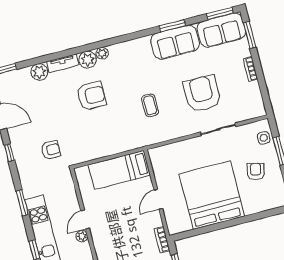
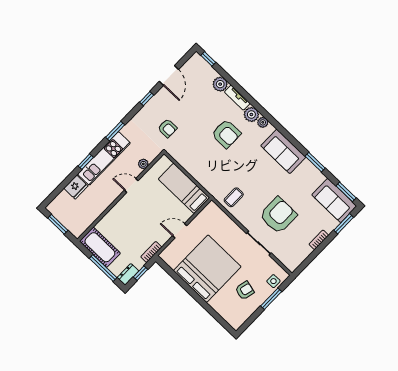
sofa: (175, 42) -> (283, 151), moved
coffee table: (150, 105) -> (234, 197), moved
plant: (82, 236) -> (143, 164), moved

